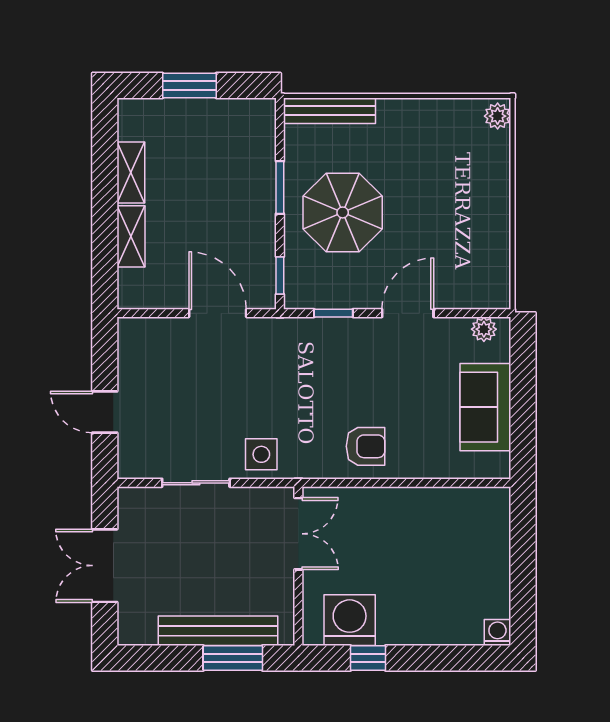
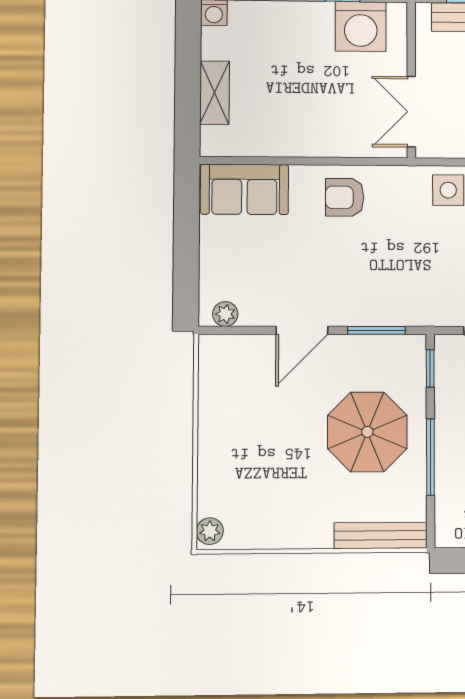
window: (280, 187) -> (430, 457), width x1.44
window: (333, 313) -> (377, 330), width x1.50
sofa: (485, 407) -> (244, 189), moved, turned 90
shelving: (496, 551) -> (215, 93), added

